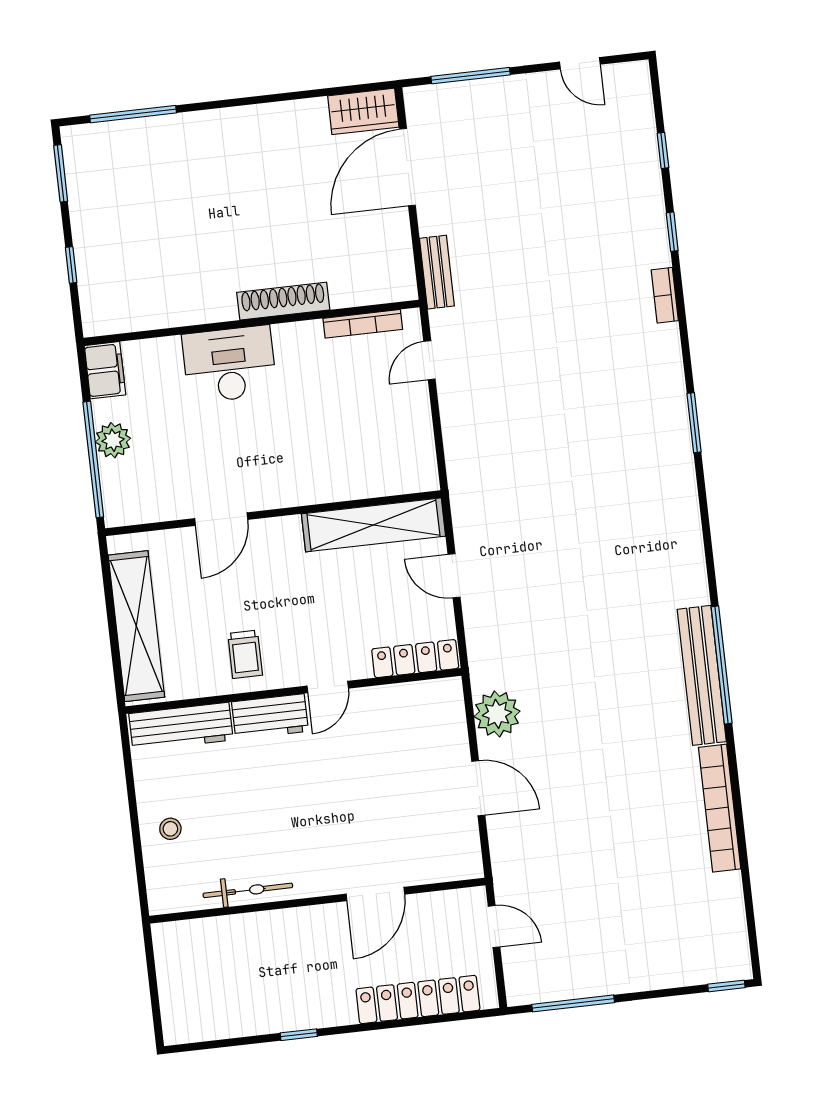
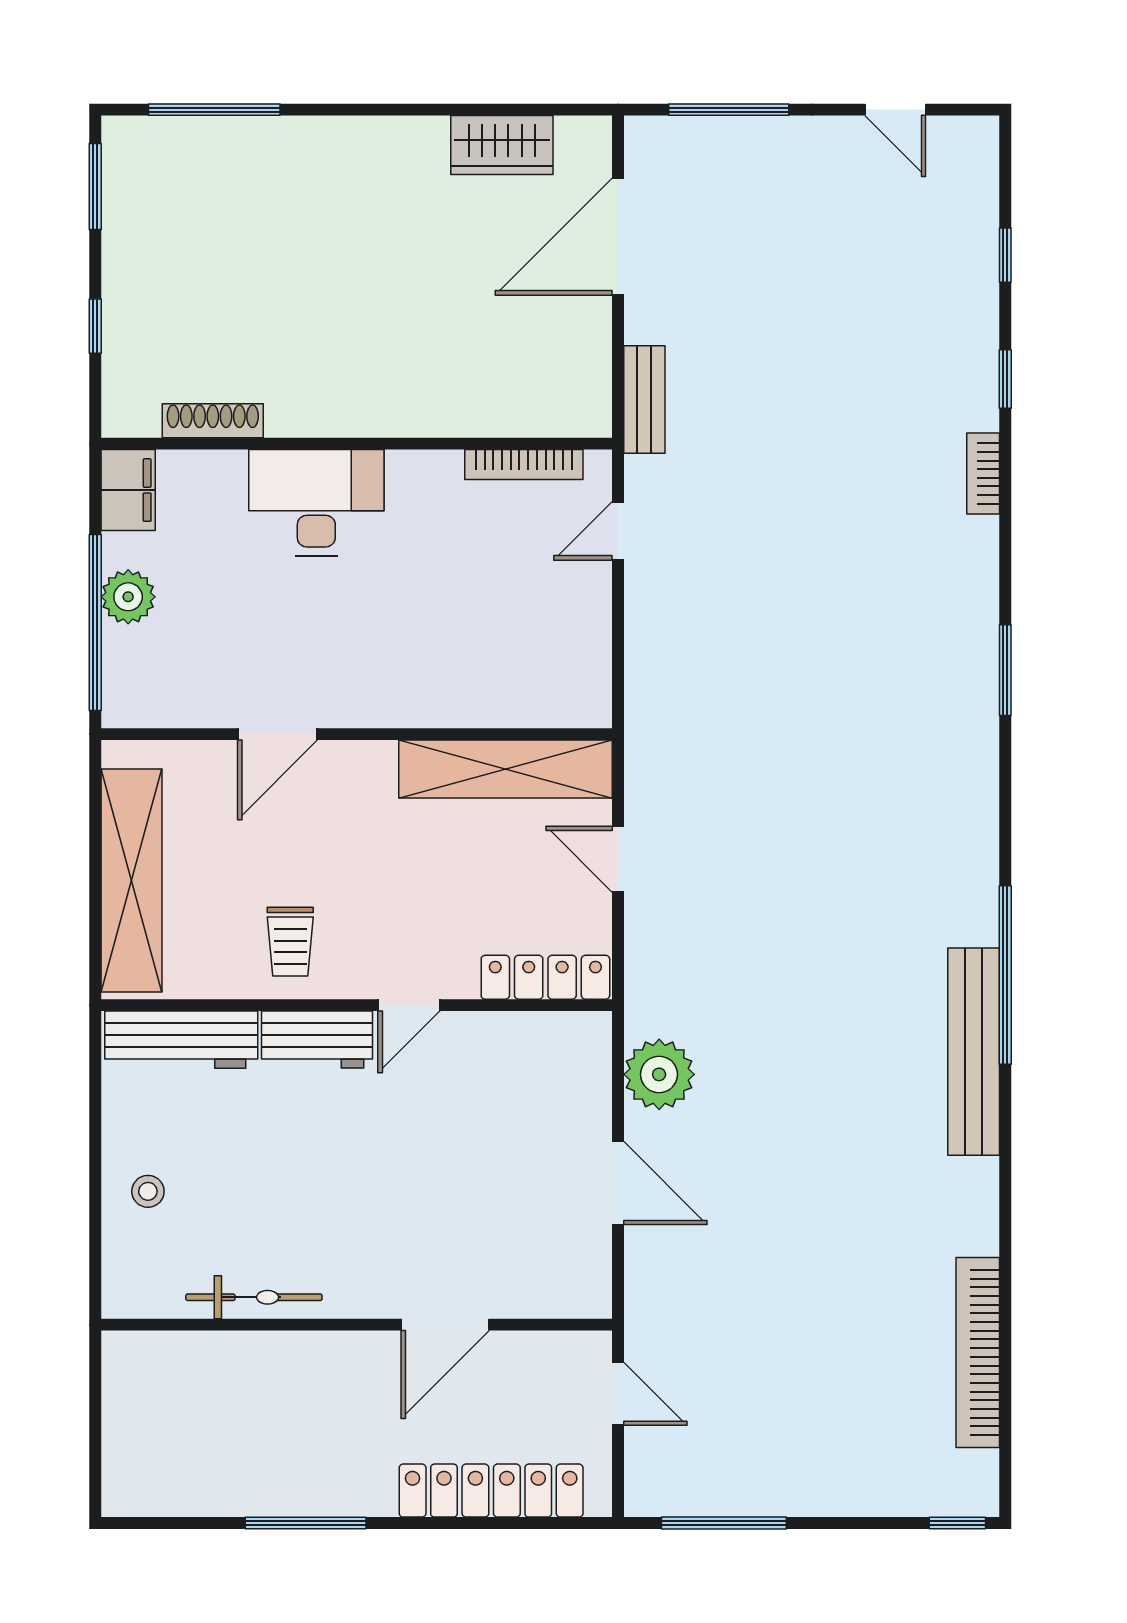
wardrobe: (363, 111) -> (502, 145), moved
shoe rack: (283, 301) -> (213, 421), moved, width x0.74, depth x0.81
window: (722, 665) -> (1005, 975), moved
bookcase: (720, 808) -> (978, 1353), moved
window: (299, 1035) -> (306, 1523), width x2.17

